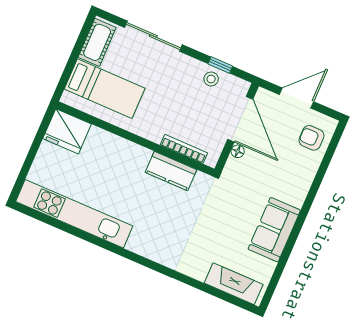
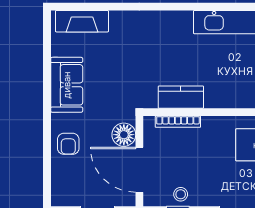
armchair: (311, 138) -> (68, 144), moved, turned 90
floor lamp: (238, 151) -> (124, 135), width x1.89, depth x1.89

